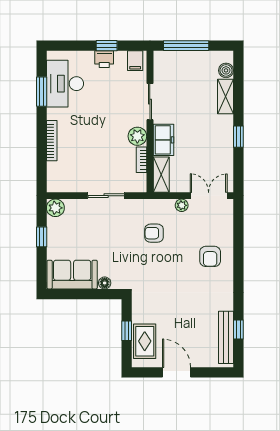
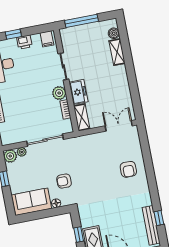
window: (107, 46) -> (13, 34), moved
window: (238, 137) -> (132, 79), removed
sliding door: (106, 196) -> (45, 140), width x1.37
plant: (182, 205) -> (22, 152), moved
armchair: (154, 233) -> (64, 181), moved

